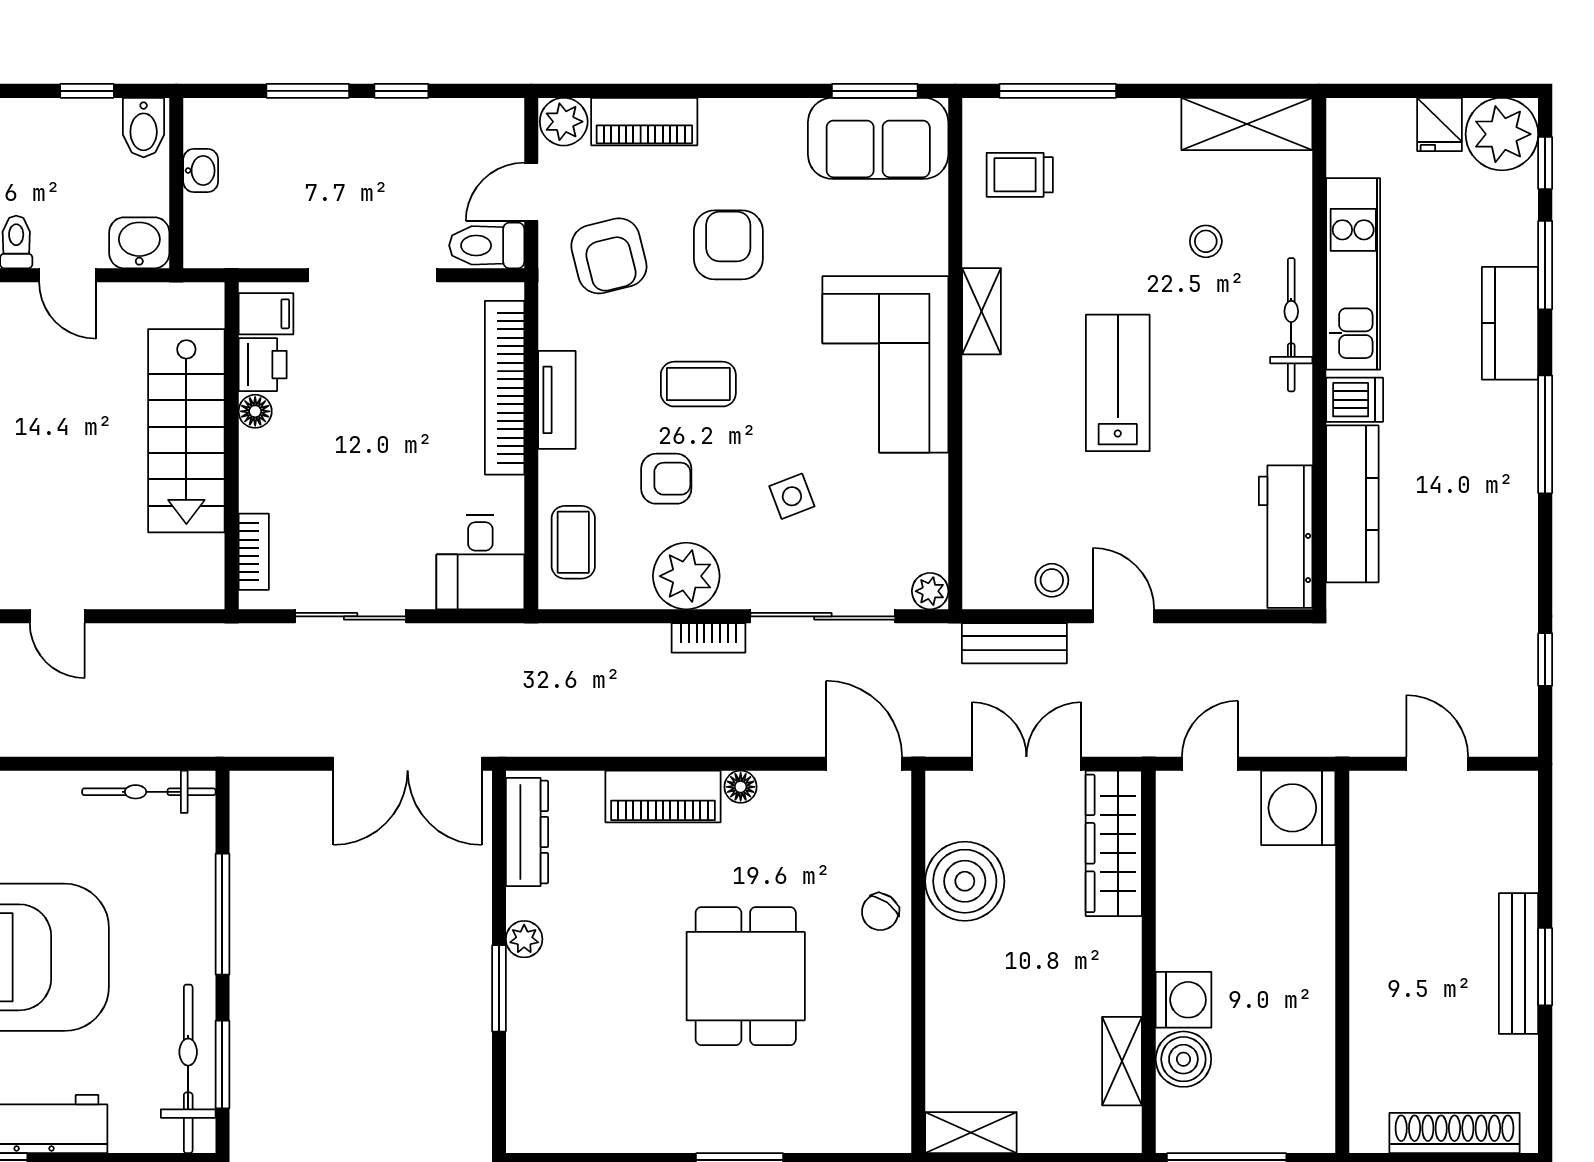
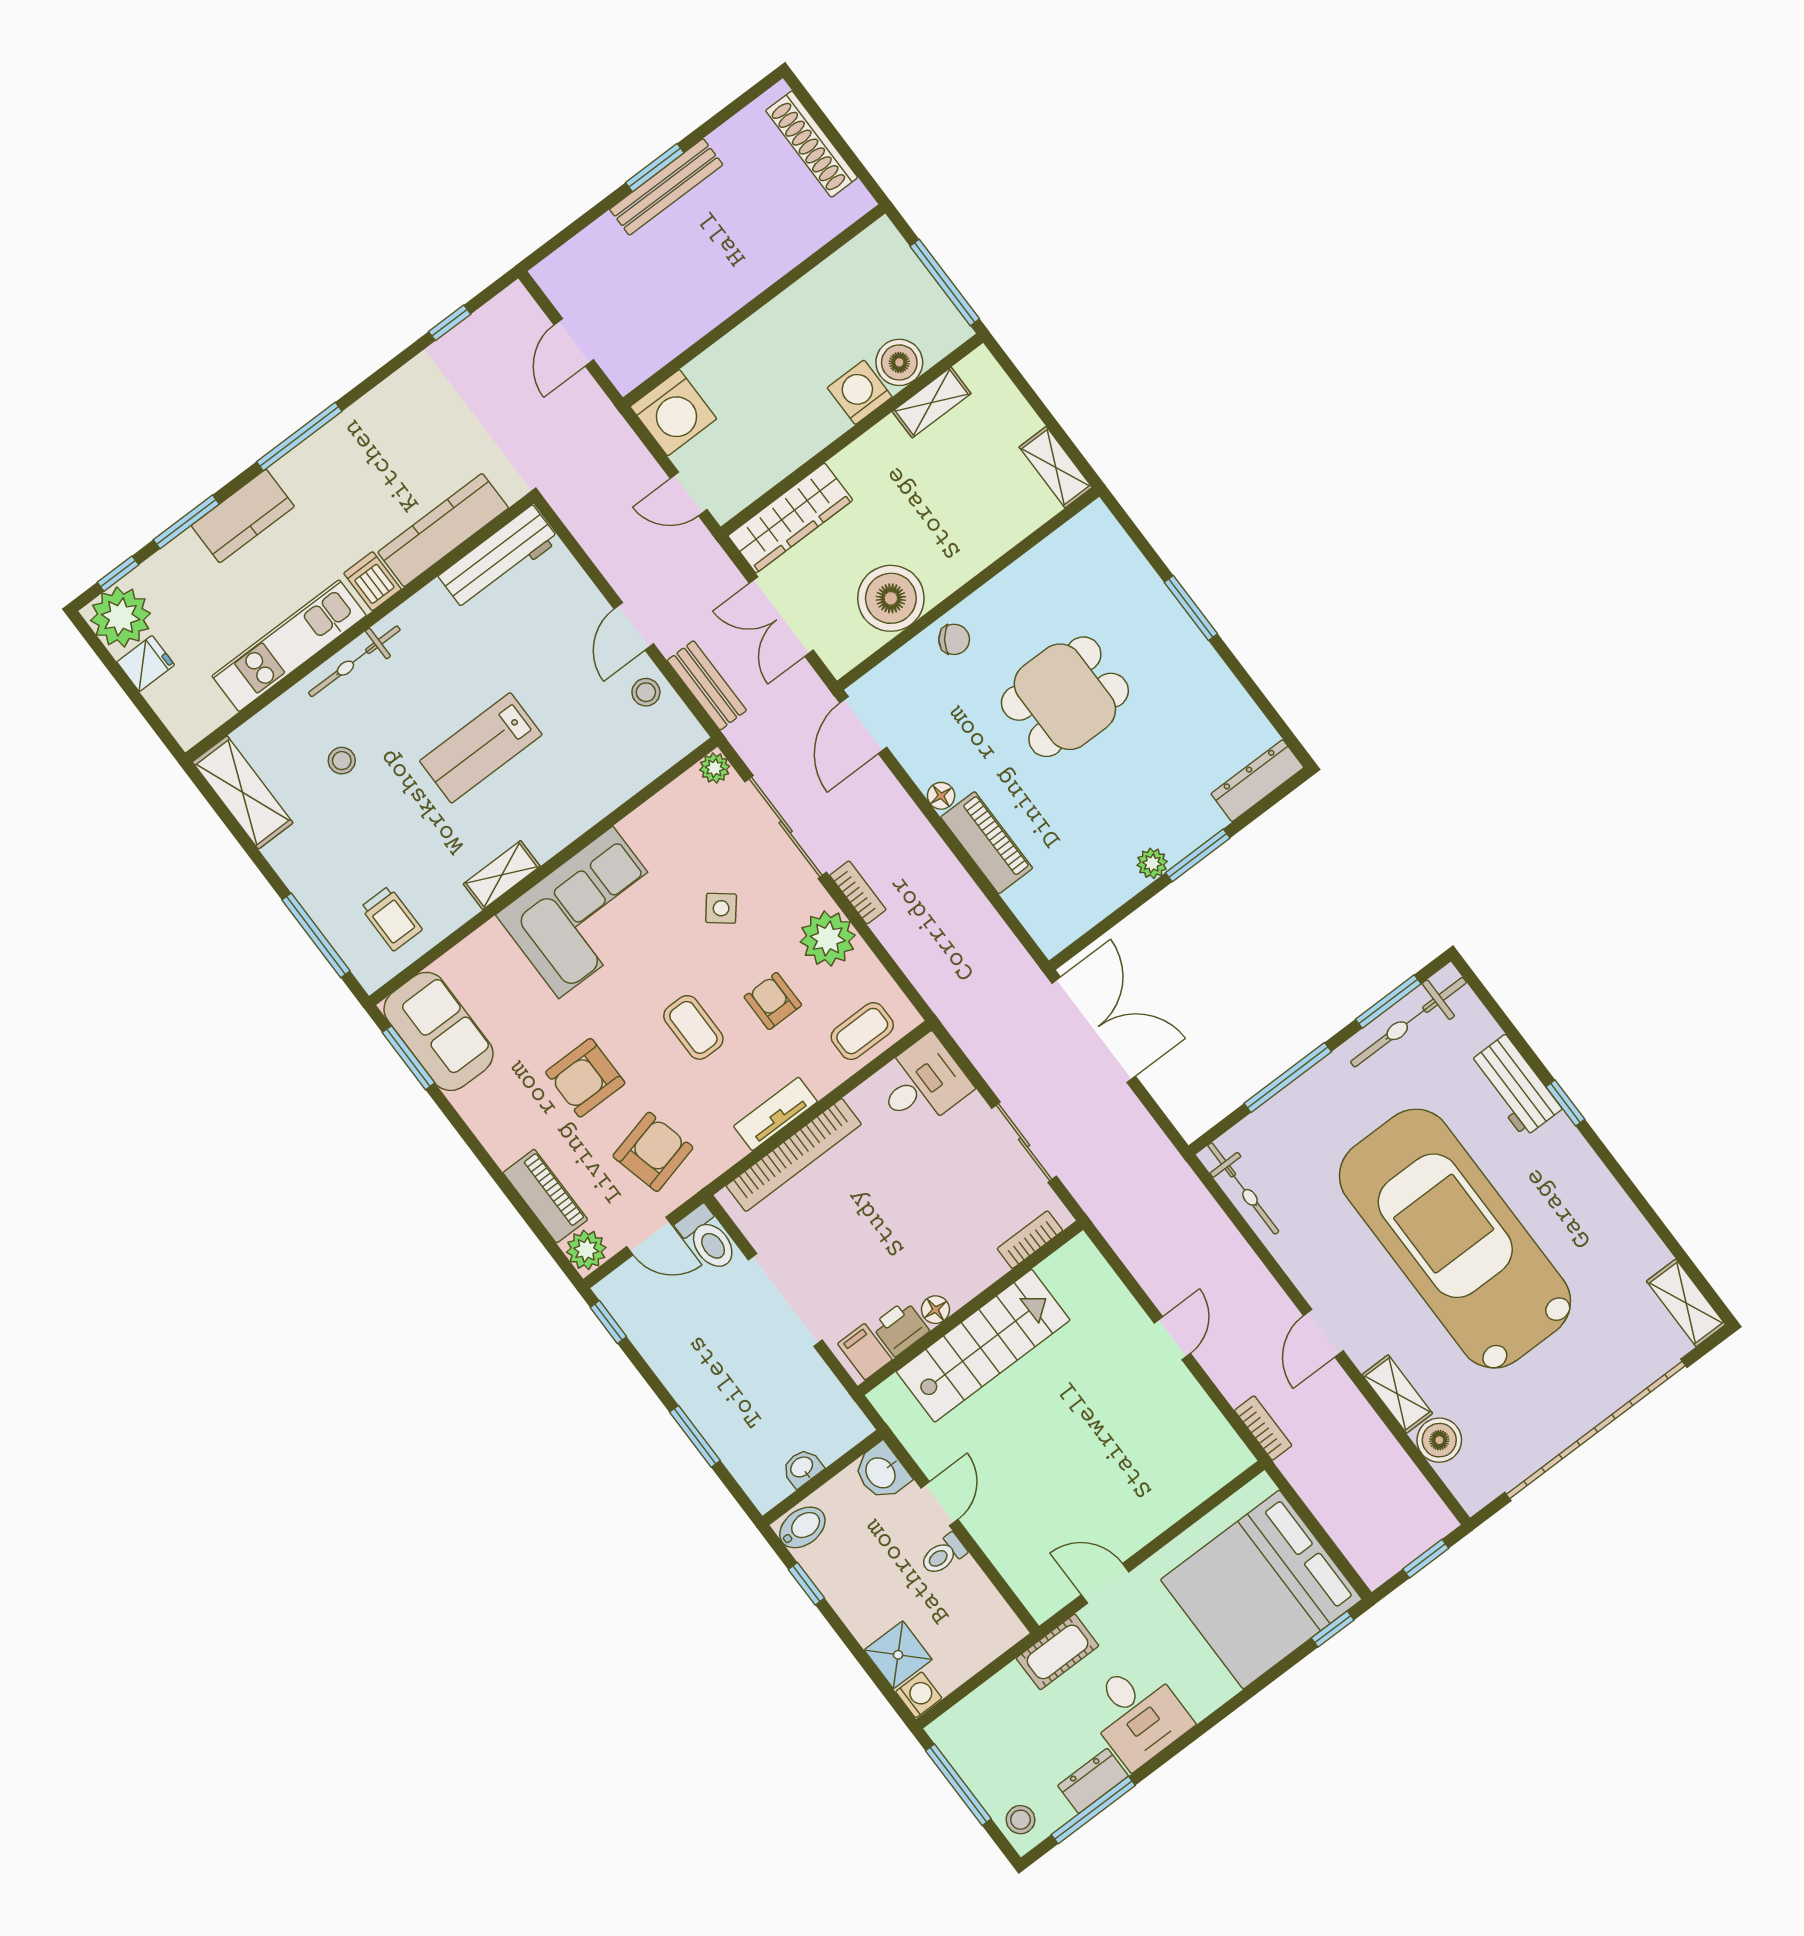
window: (401, 91) -> (608, 1322), moved
side table: (792, 496) -> (721, 908), turned -30
dresser: (527, 832) -> (1257, 781), moved

